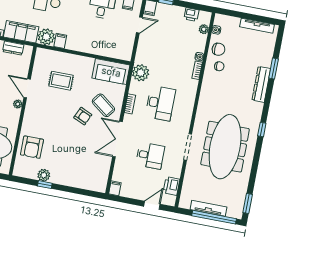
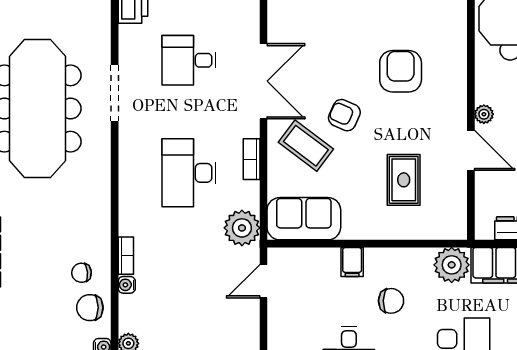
chair: (78, 25) -> (391, 301), added
door: (139, 25) -> (263, 281), moved
filing cabinet: (60, 41) -> (352, 262), moved
rug: (61, 81) -> (404, 180), turned 90
armchair: (32, 147) -> (401, 71), moved

